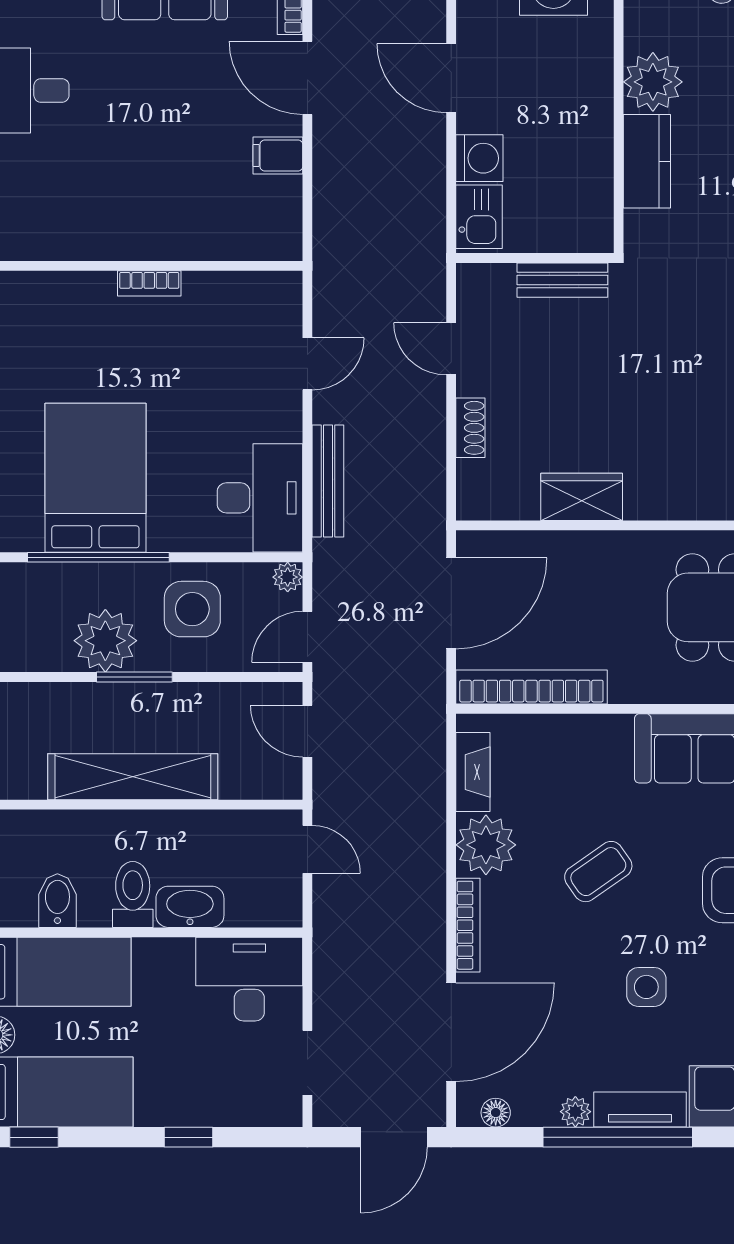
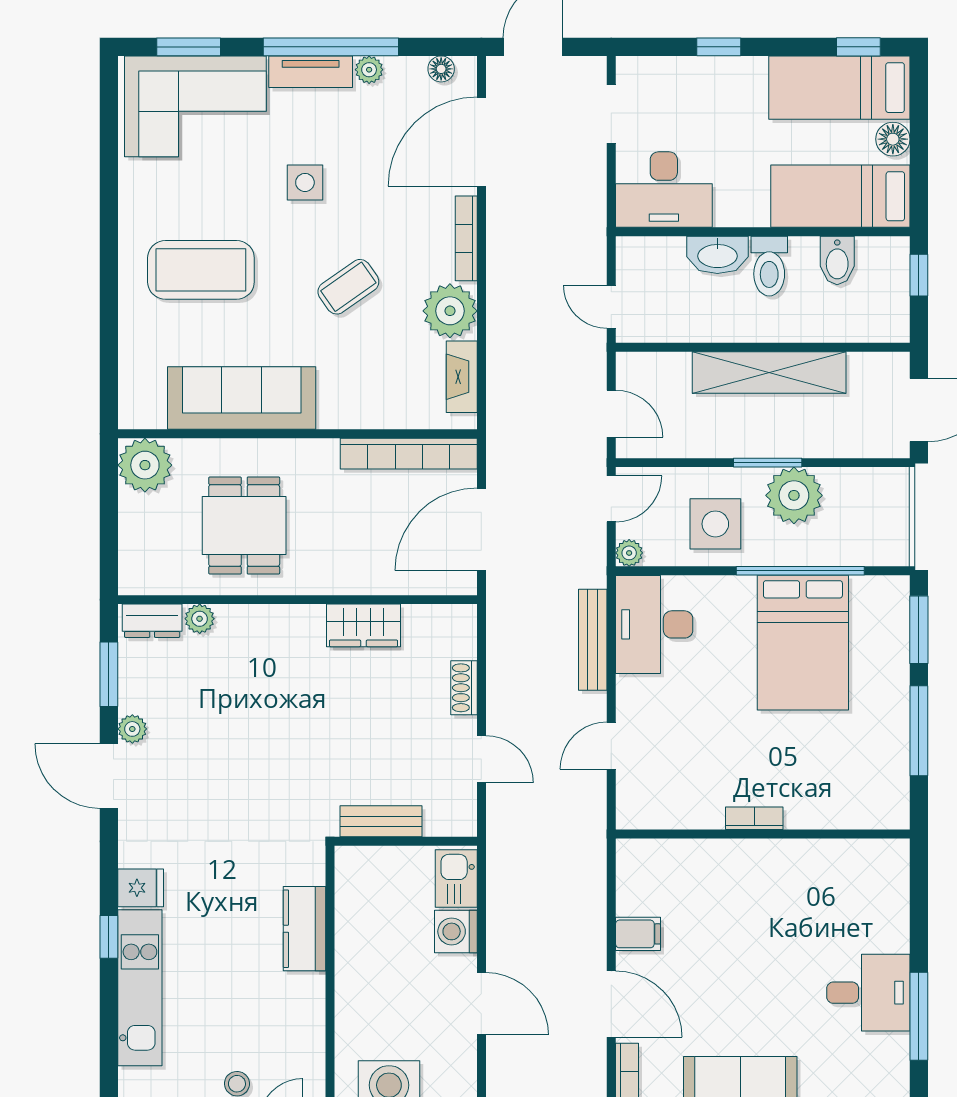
plant: (653, 82) -> (299, 1000), removed

